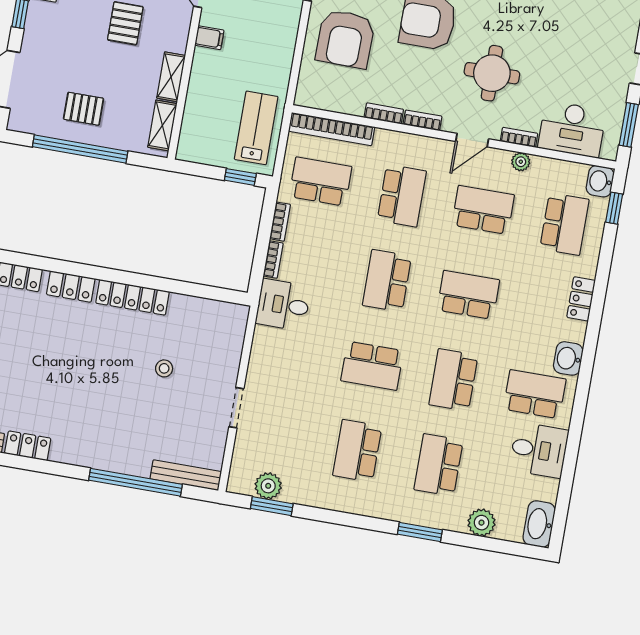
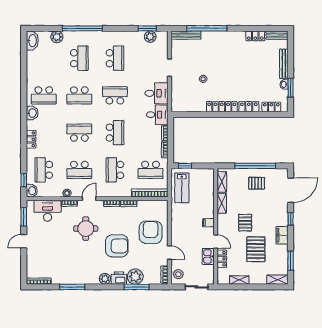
school desk: (468, 295) -> (79, 133), turned 180
school desk: (453, 380) -> (79, 95), turned 90
desk: (539, 450) -> (156, 93), moved, turned 180
window: (420, 532) -> (82, 28), width x2.11

